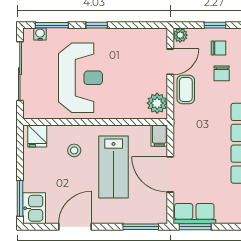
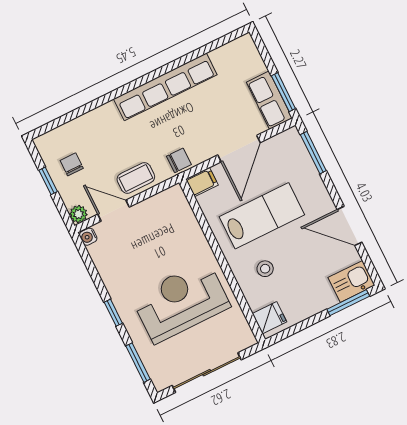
water cooler: (40, 34) -> (88, 237), moved
chair: (222, 73) -> (179, 160), moved
plant: (157, 103) -> (167, 202), removed

